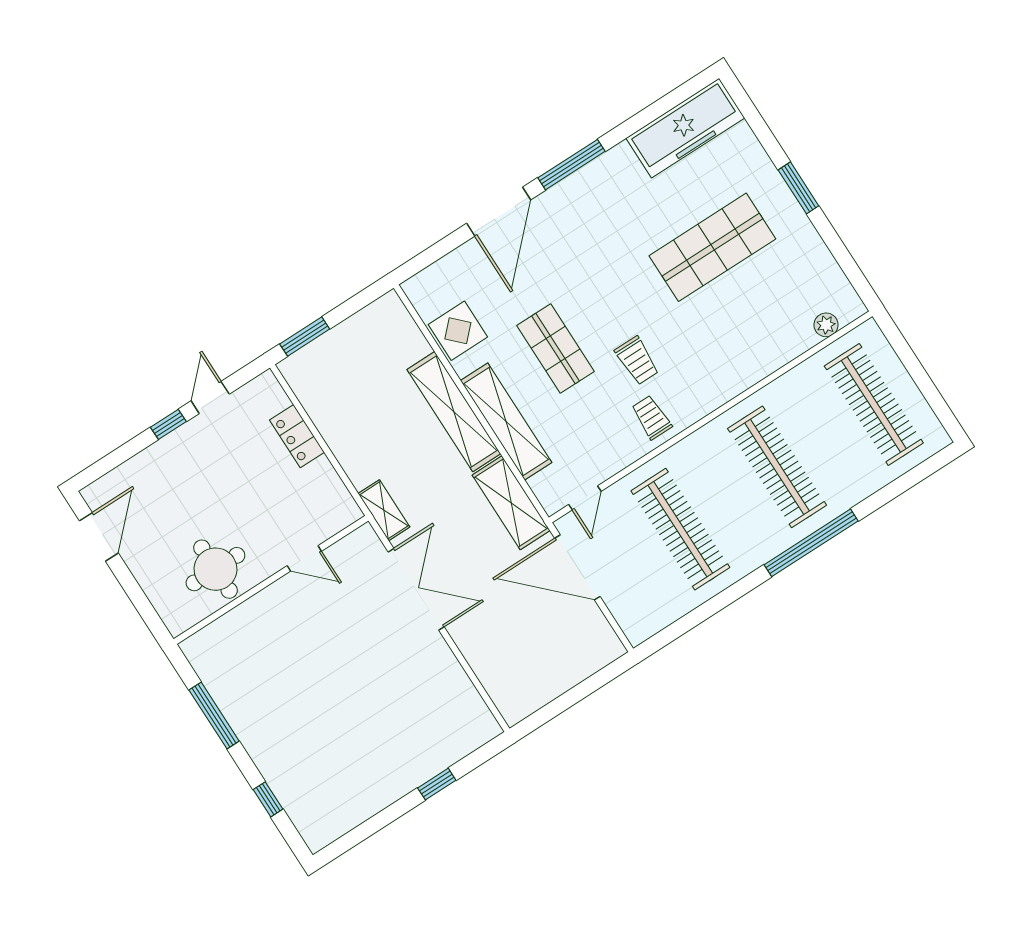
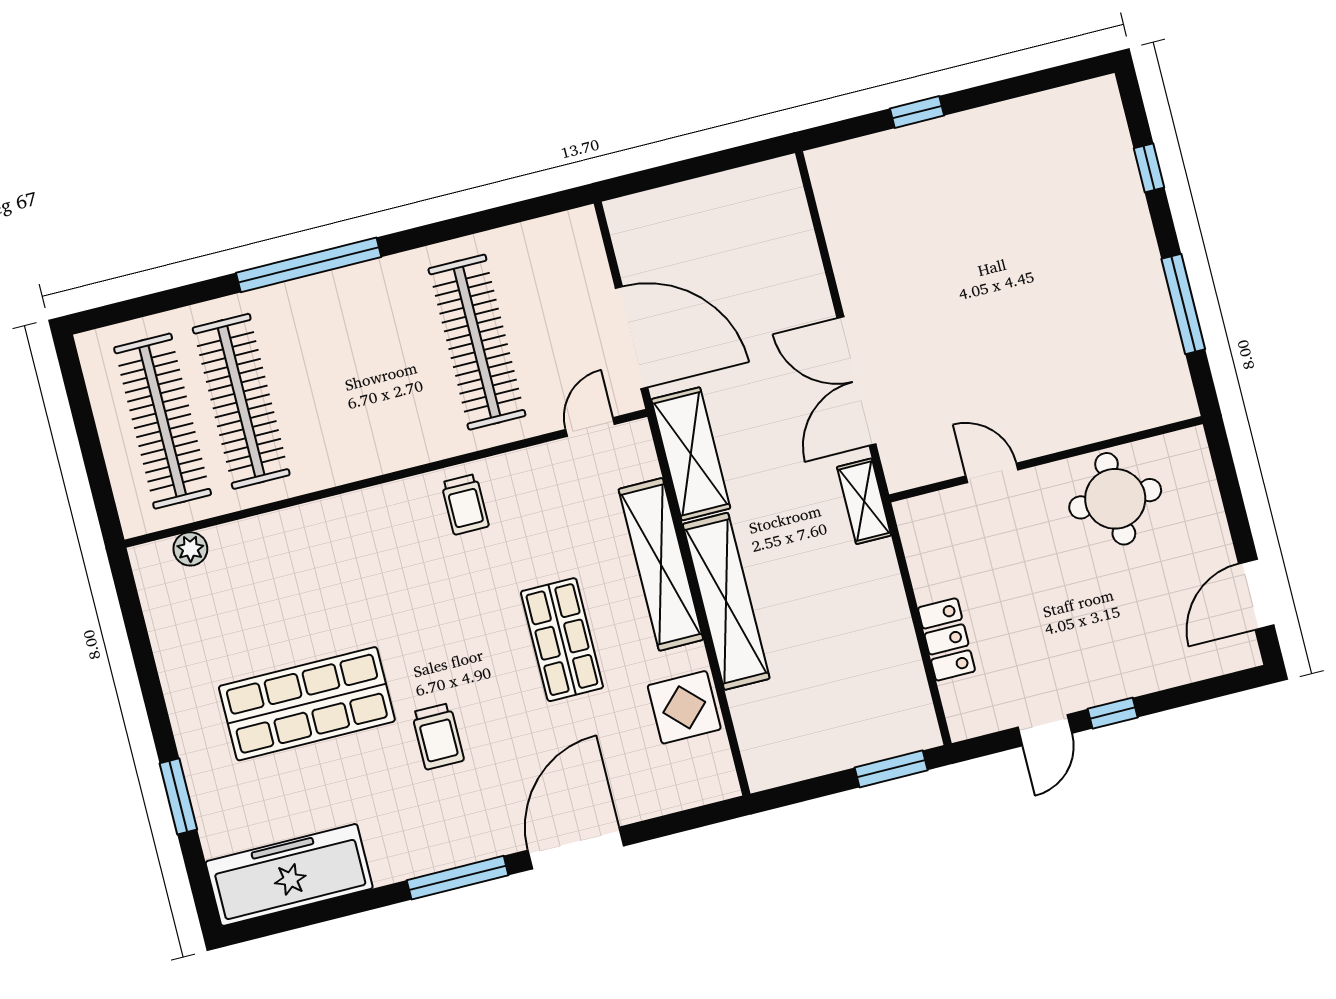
window: (798, 188) -> (178, 796), moved
trolley: (637, 361) -> (438, 736), moved, turned 180
clothes rail: (777, 467) -> (241, 401), moved

